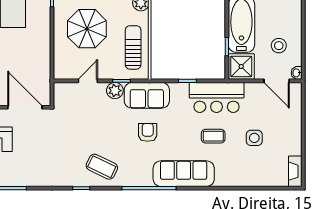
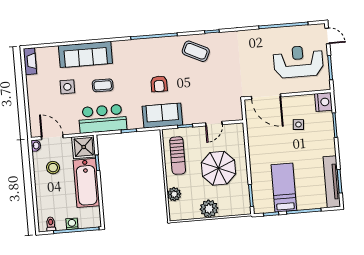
plant: (115, 91) -> (190, 117), removed
sofa: (184, 174) -> (85, 54), moved

